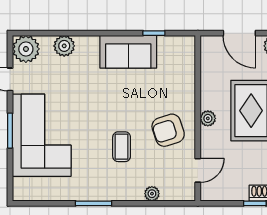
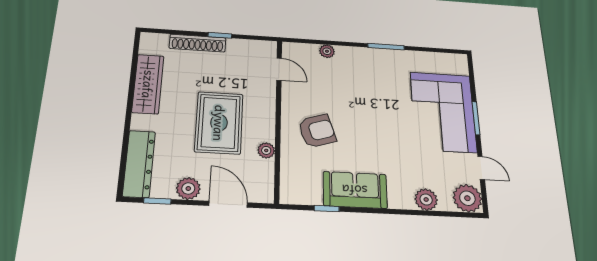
plant: (208, 118) -> (266, 150), moved
armchair: (168, 130) -> (317, 131), moved
coffee table: (122, 147) -> (359, 96), removed
door: (198, 170) -> (279, 69), swing flipped

